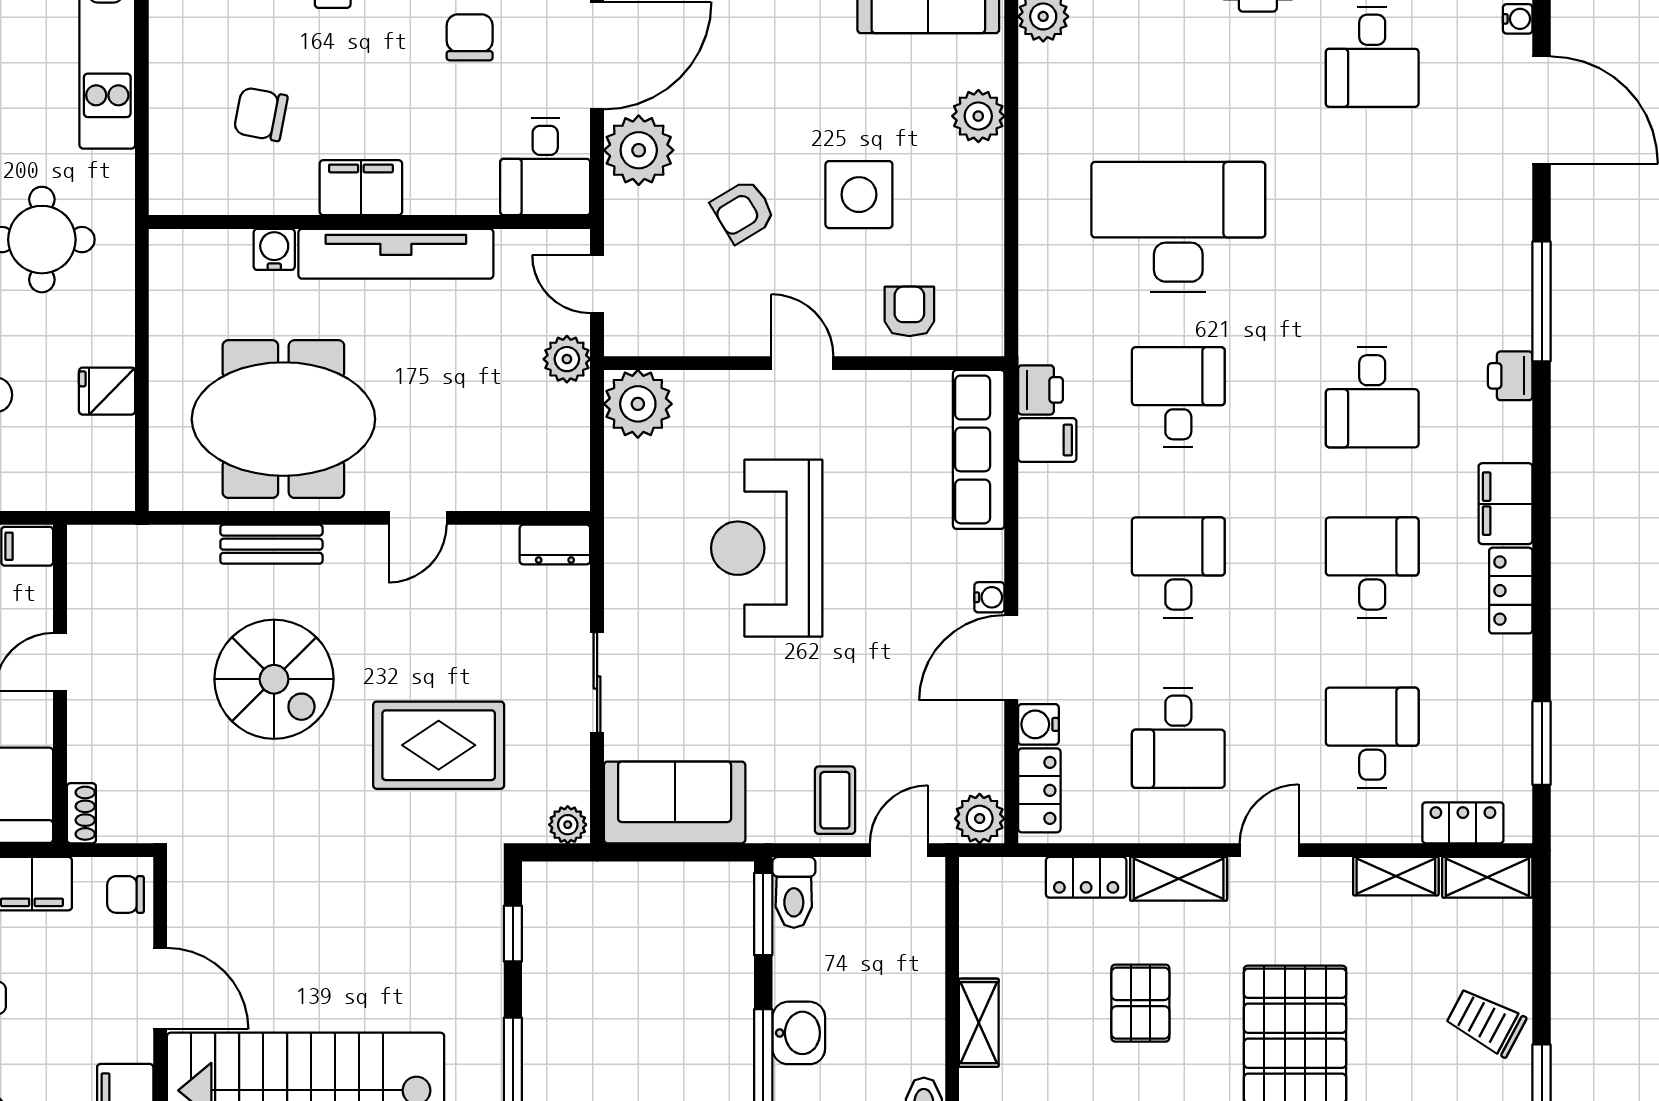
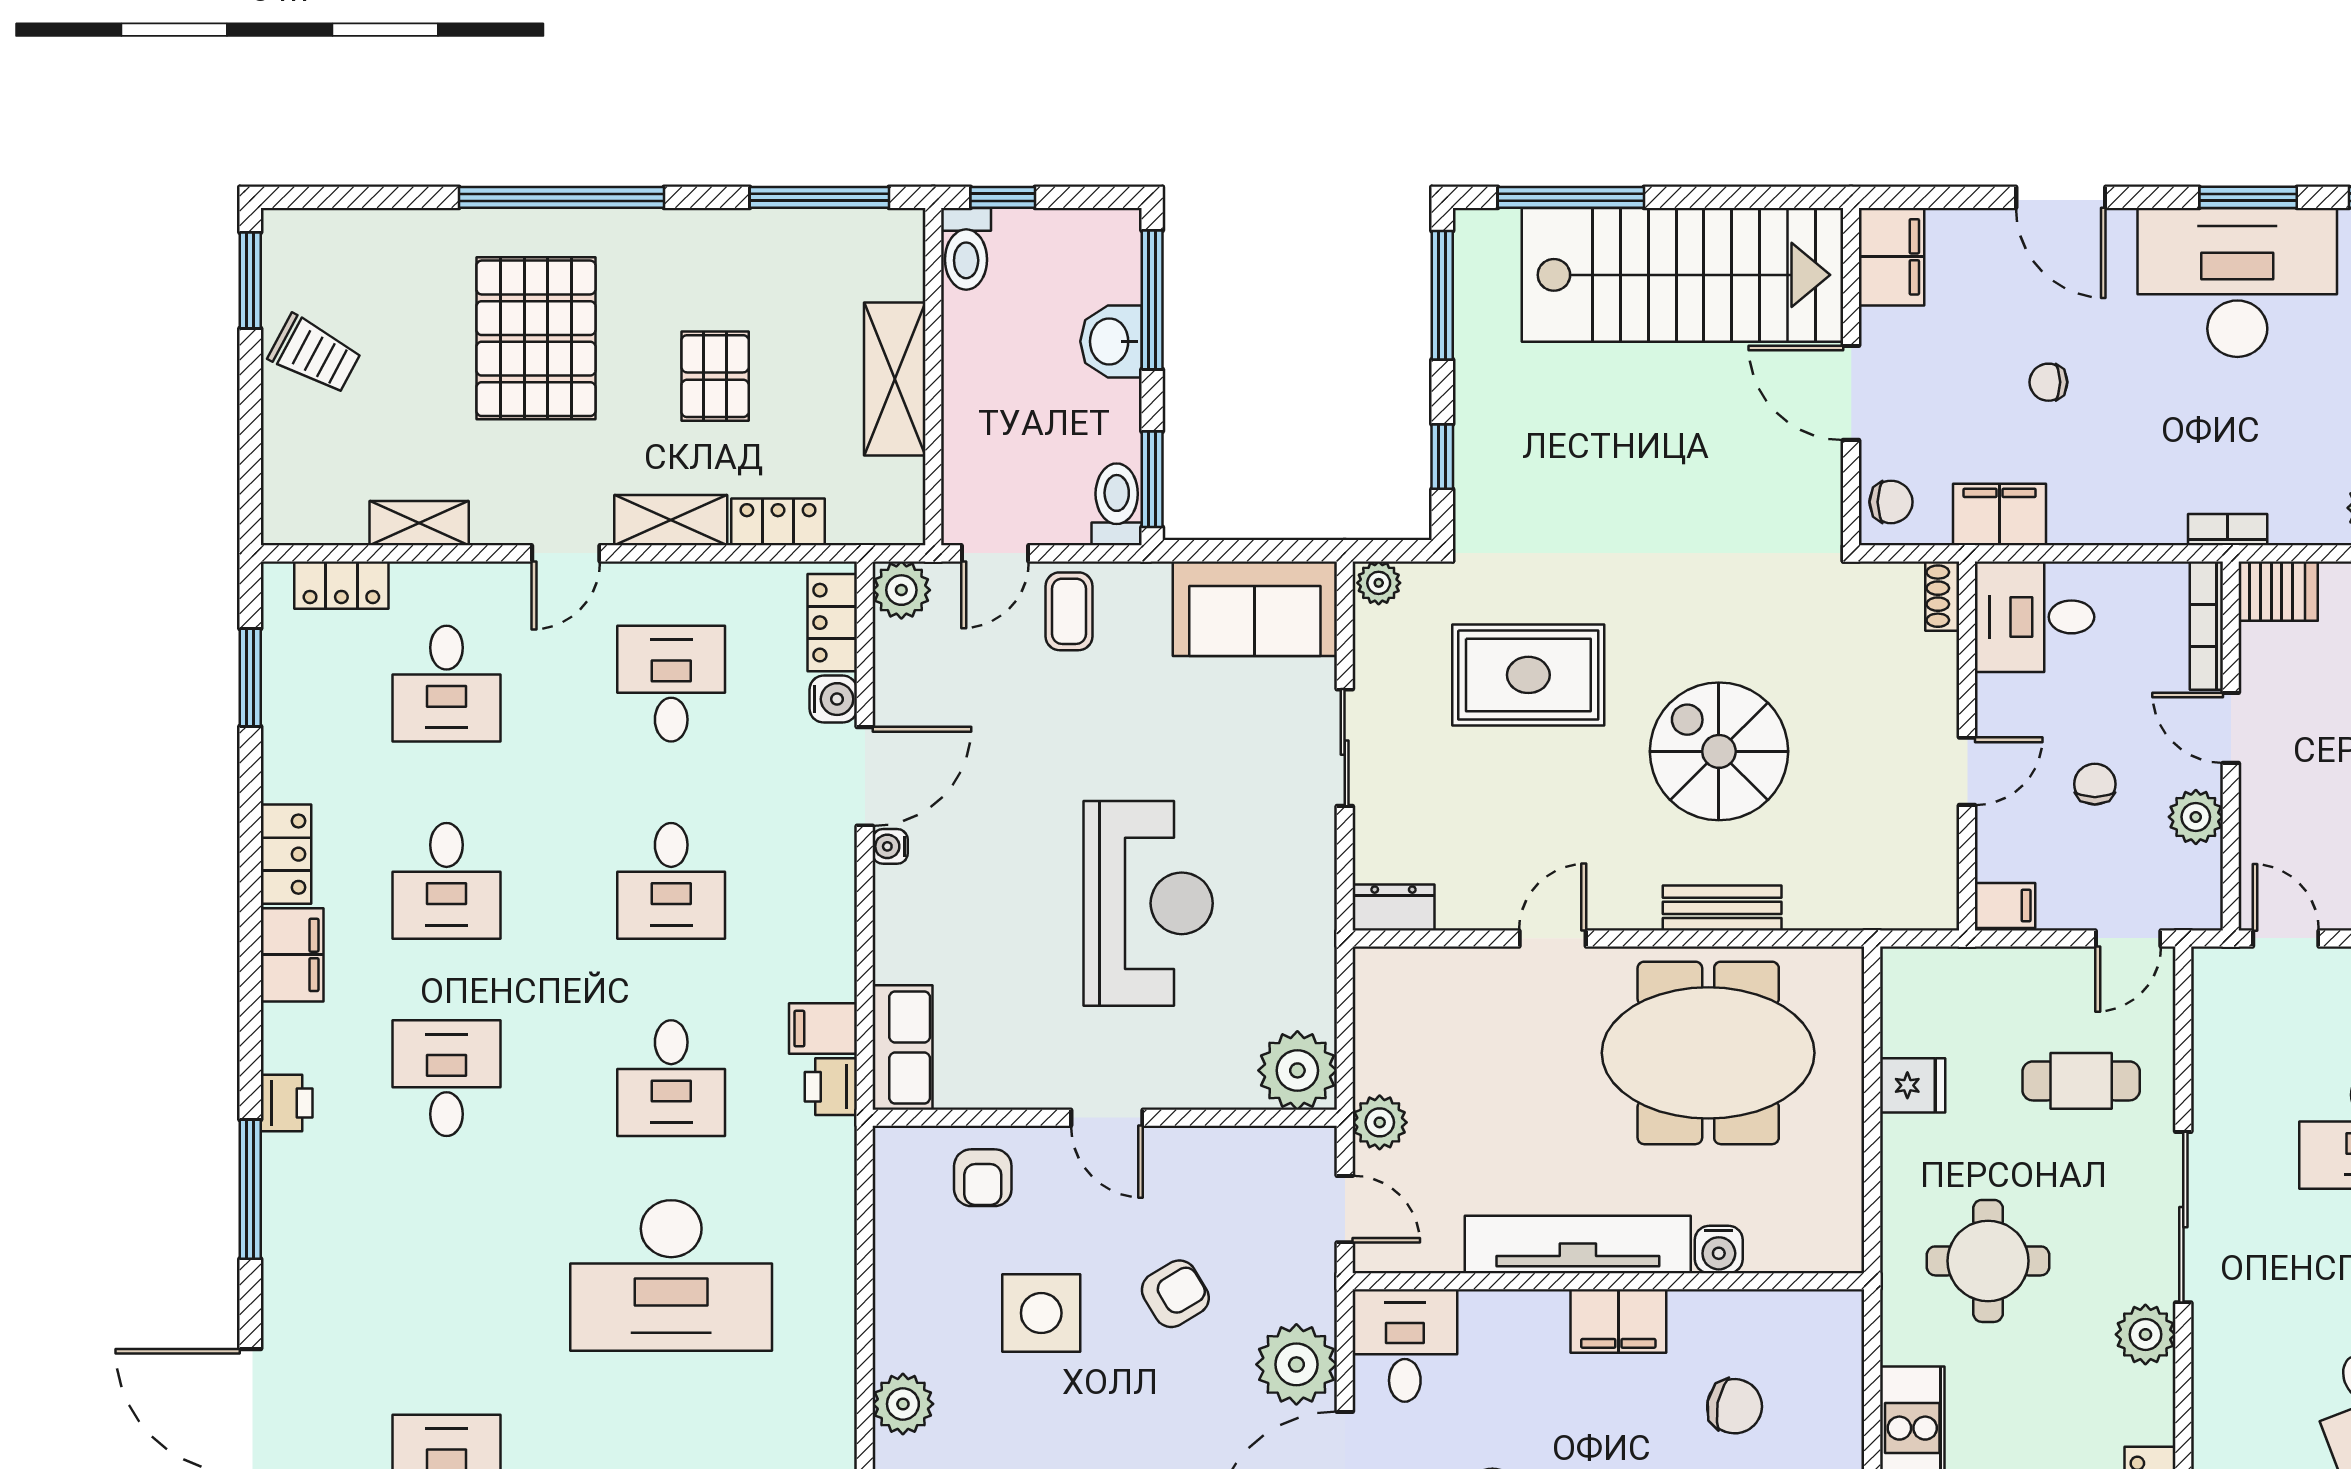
row of seats: (979, 449) -> (902, 1047), width x0.68
shelving: (1487, 877) -> (313, 522), removed
shelving: (979, 1023) -> (895, 379), width x1.50, depth x1.33

